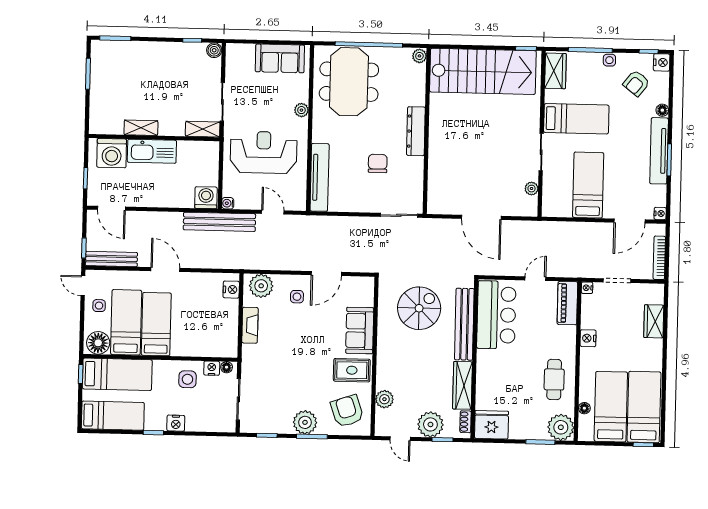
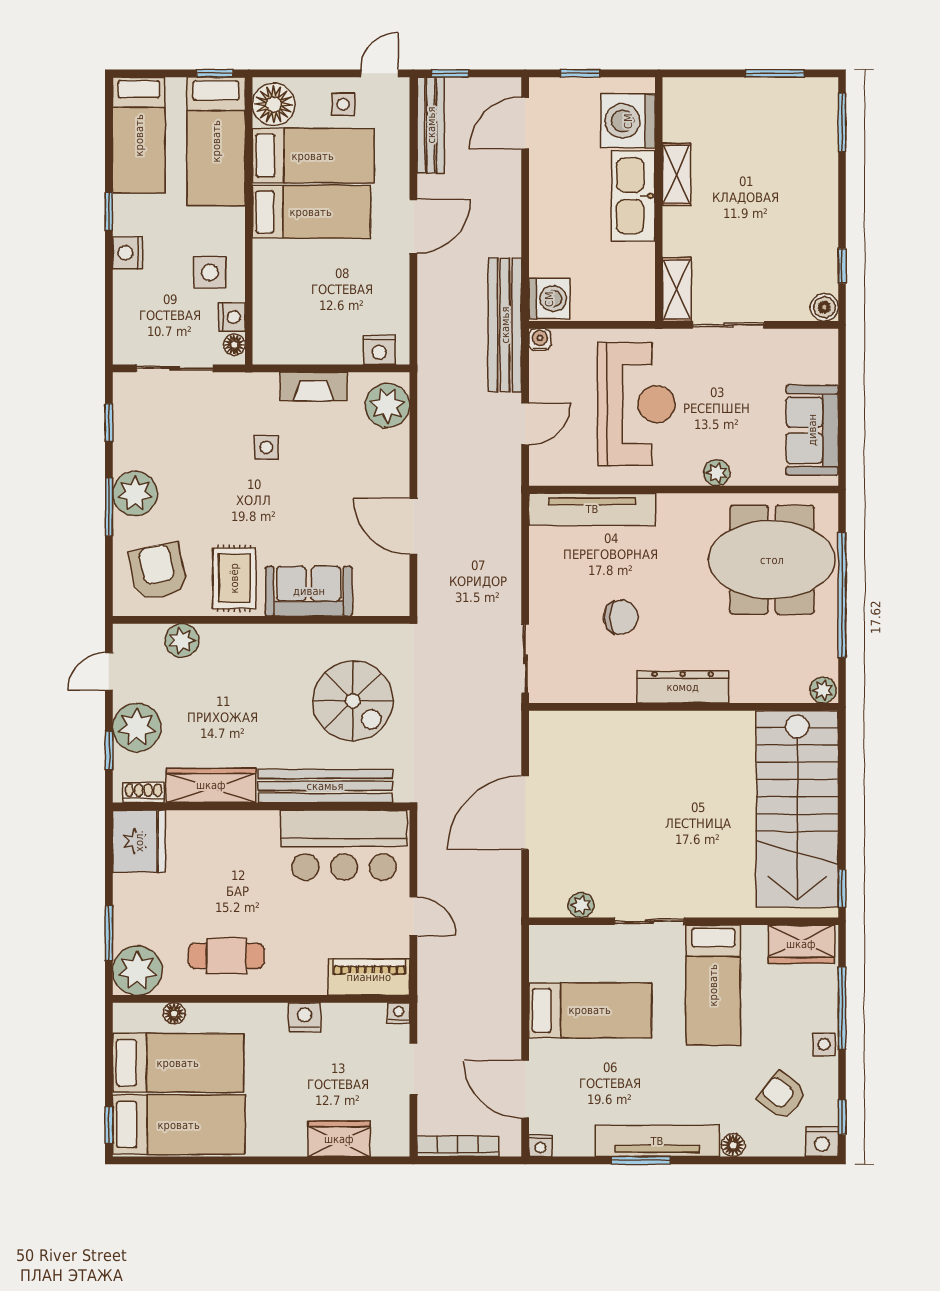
side table: (297, 297) -> (266, 447), moved
armchair: (347, 411) -> (158, 571), turned -83

